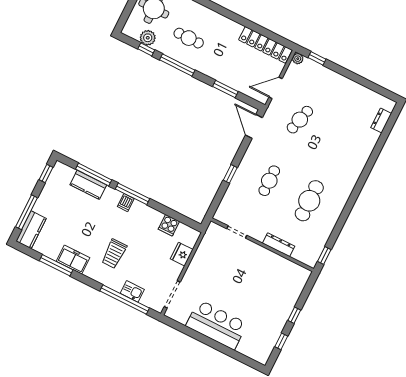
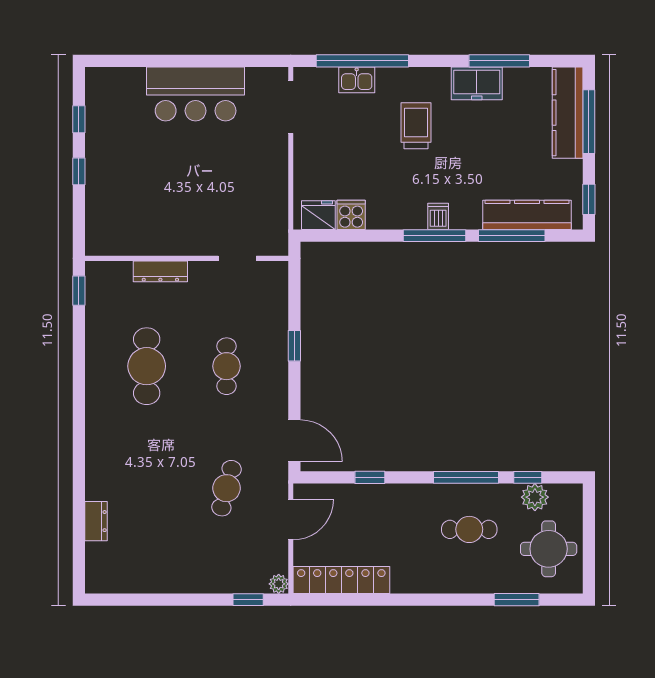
window: (225, 89) -> (370, 477), width x0.67
dresser: (381, 120) -> (96, 521), moved
kitchen counter: (88, 185) -> (527, 215), width x1.50
kitchen counter: (31, 230) -> (568, 113), width x1.50
fridge: (182, 254) -> (318, 215), moved, turned -90

